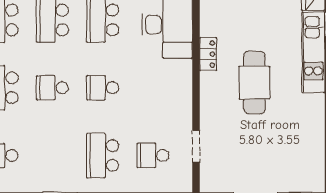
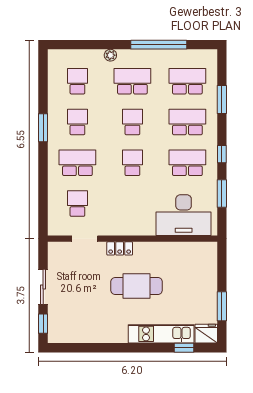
locker: (208, 54) -> (120, 248), moved
school desk: (52, 155) -> (77, 122), added

